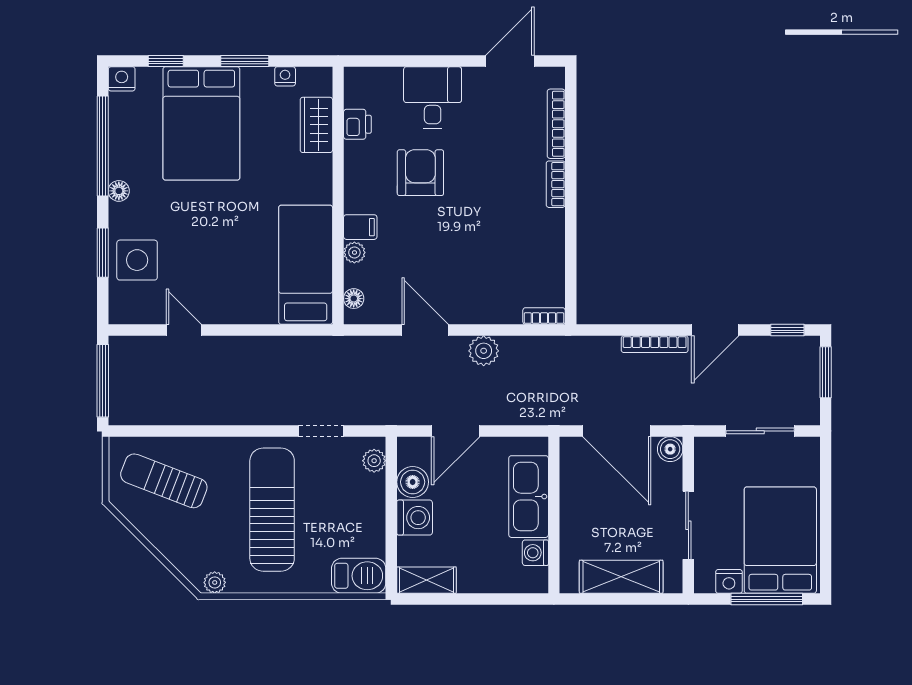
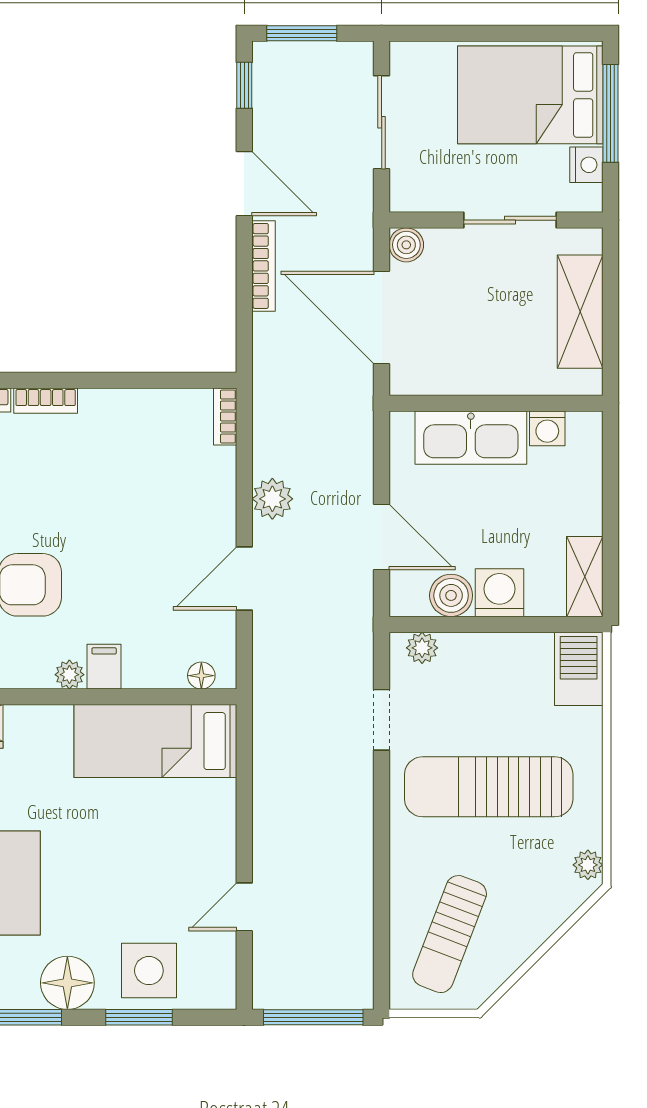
floor lamp: (119, 191) -> (67, 983), width x1.89, depth x1.89
plant: (354, 252) -> (69, 675), moved
door: (617, 431) -> (382, 318), swing flipped

